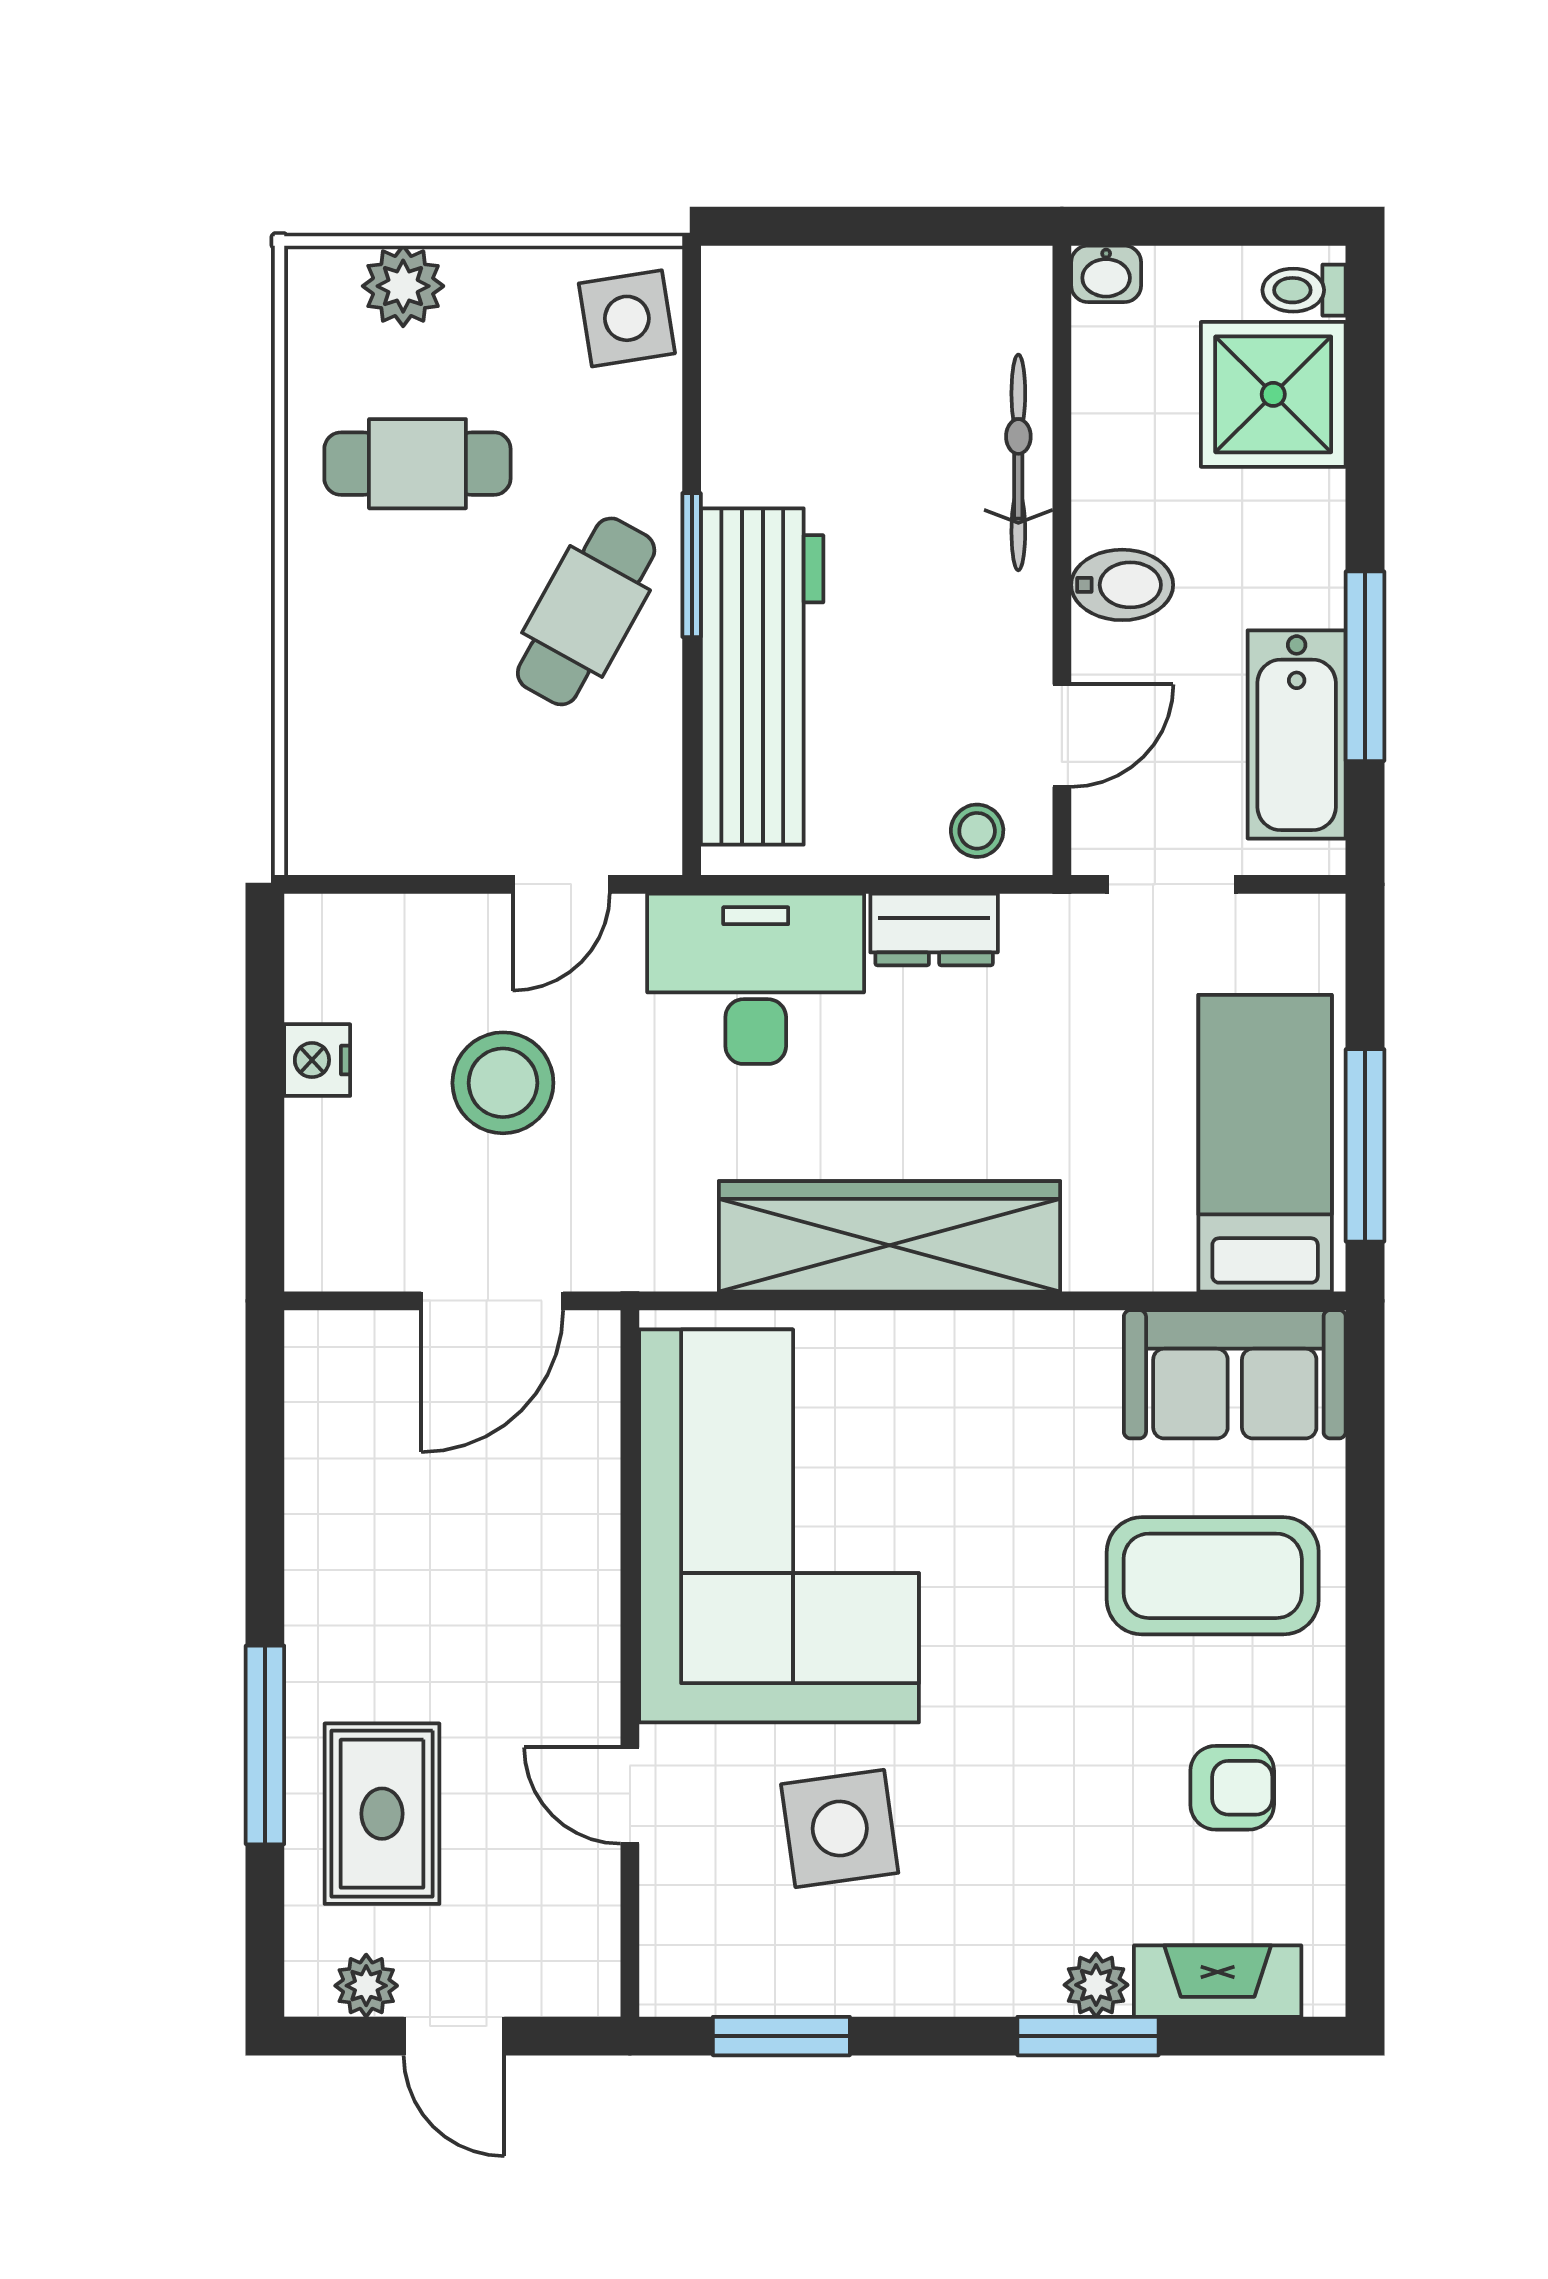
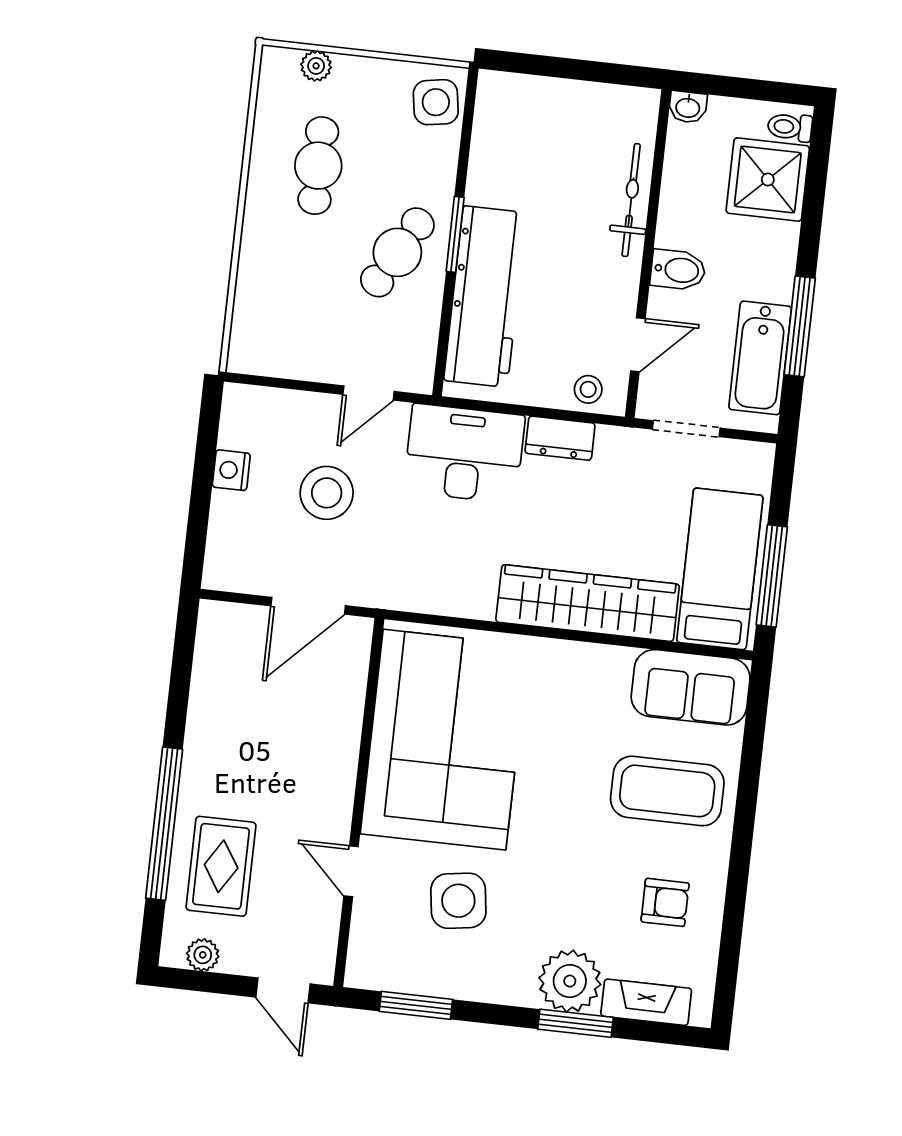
plant: (403, 286) -> (316, 66), width x0.73, depth x0.73
cafe table: (417, 464) -> (318, 166), turned 90
wardrobe: (889, 1236) -> (588, 603), moved
window: (265, 1745) -> (164, 824), width x1.46
plant: (1096, 1985) -> (570, 981), width x1.87, depth x1.87
door: (454, 2036) -> (283, 990), moved

